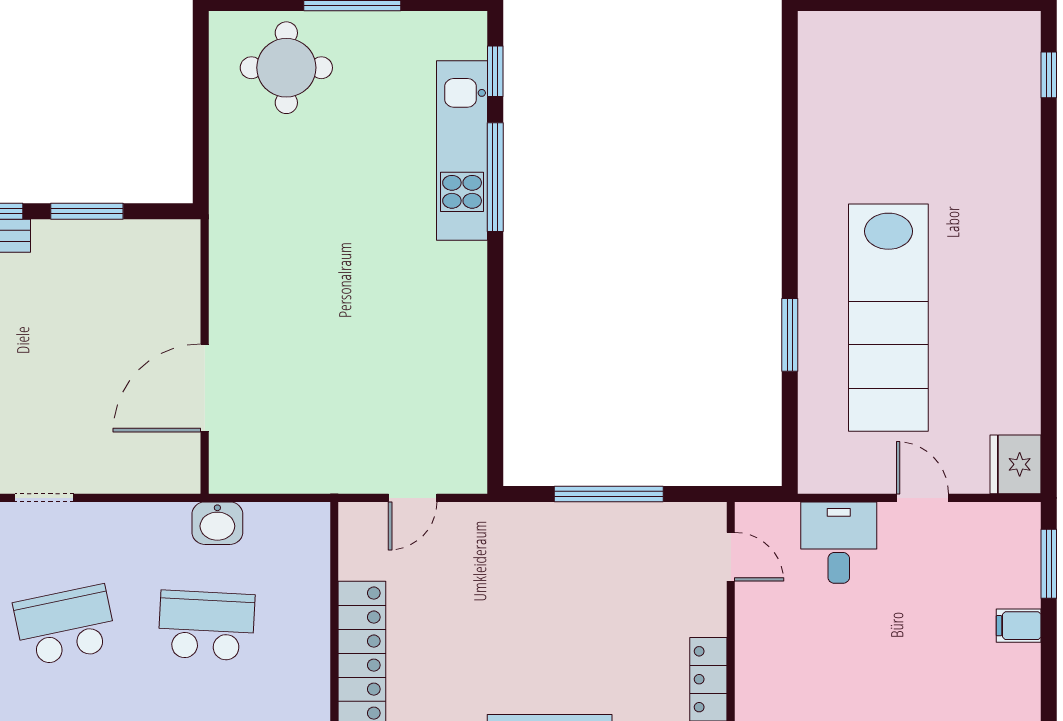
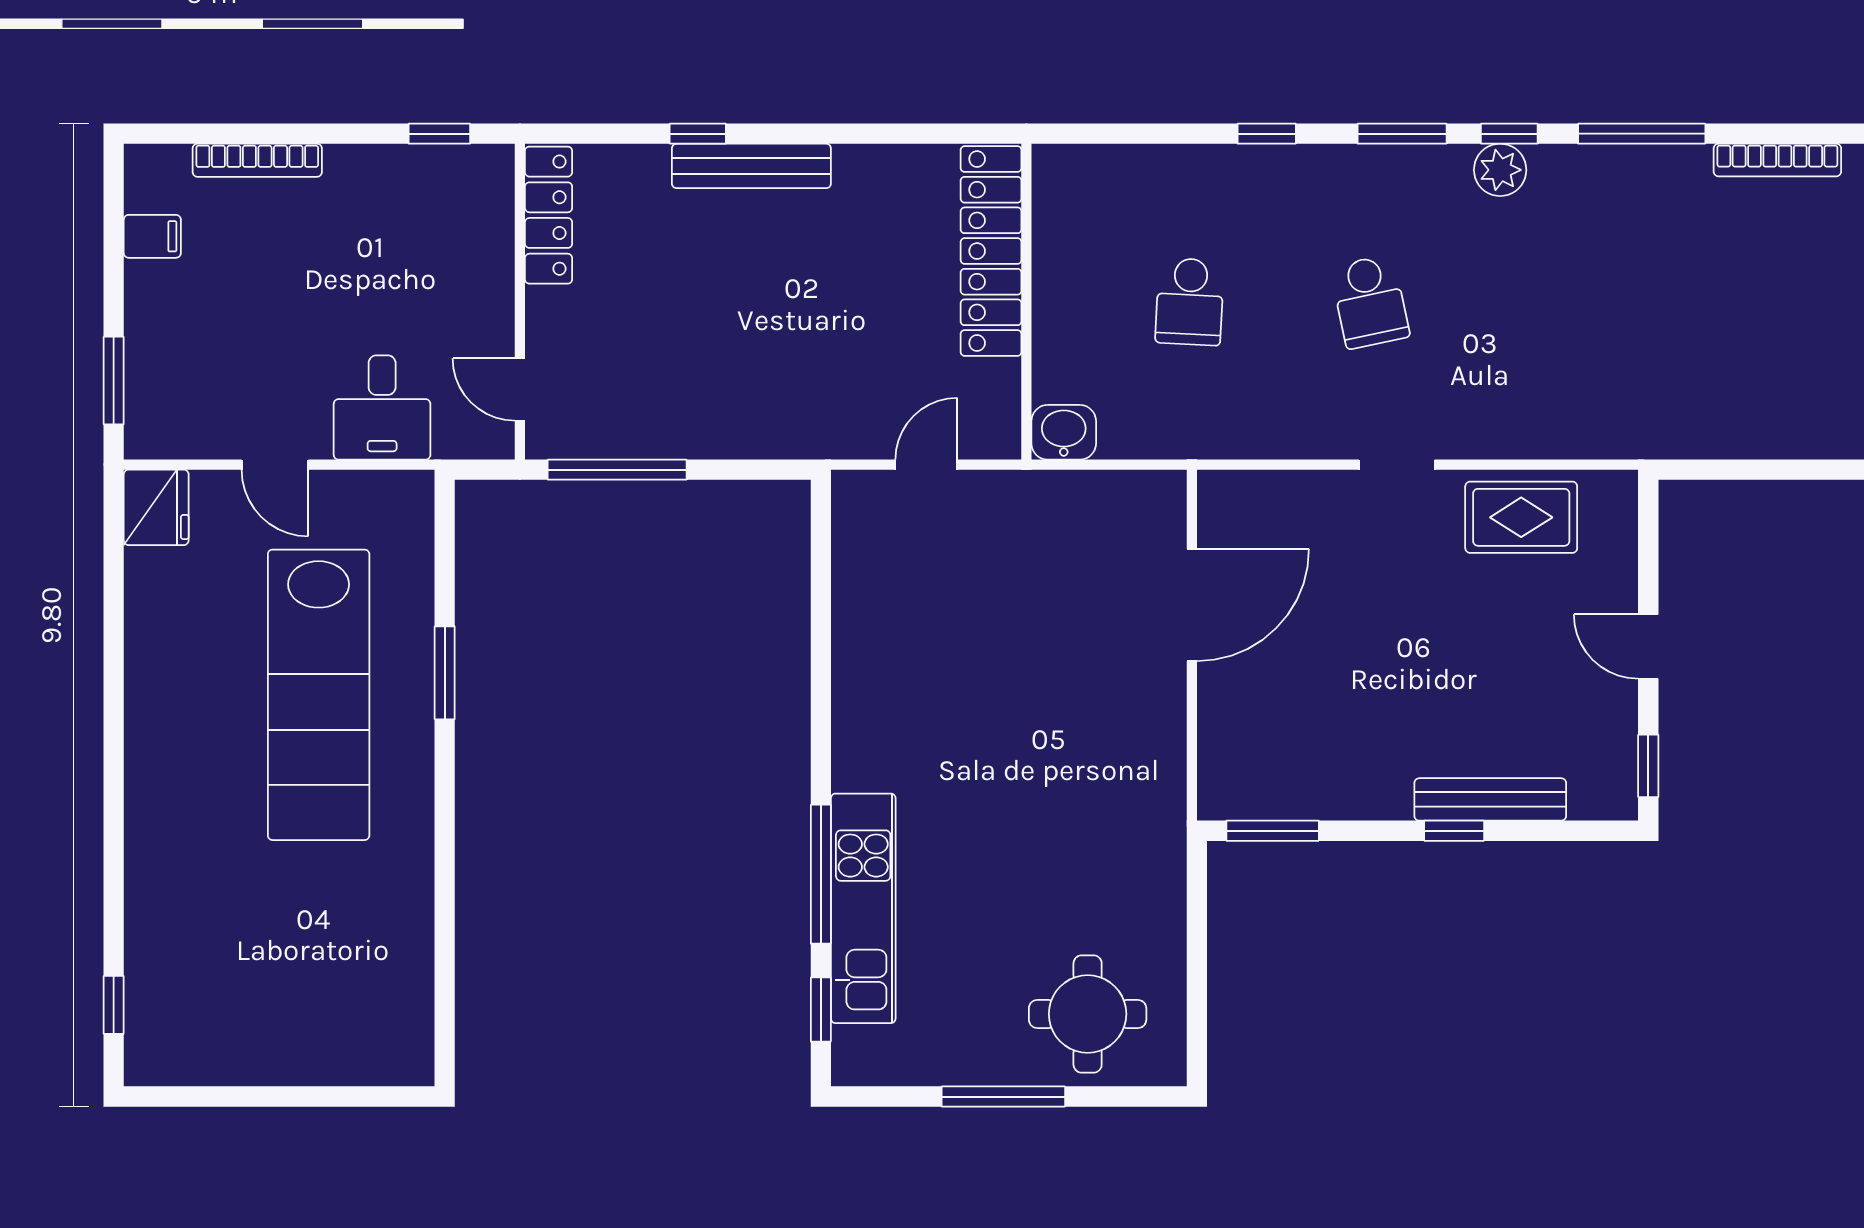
window: (87, 211) -> (1273, 831), moved
lab bench: (888, 318) -> (319, 695), turned 180
window: (609, 494) -> (617, 470), moved
washbasin: (217, 523) -> (1064, 432), moved
school desk: (65, 625) -> (1370, 302), width x0.54
school desk: (206, 625) -> (1190, 302), width x0.54
filing cabinet: (1019, 626) -> (152, 236), moved

